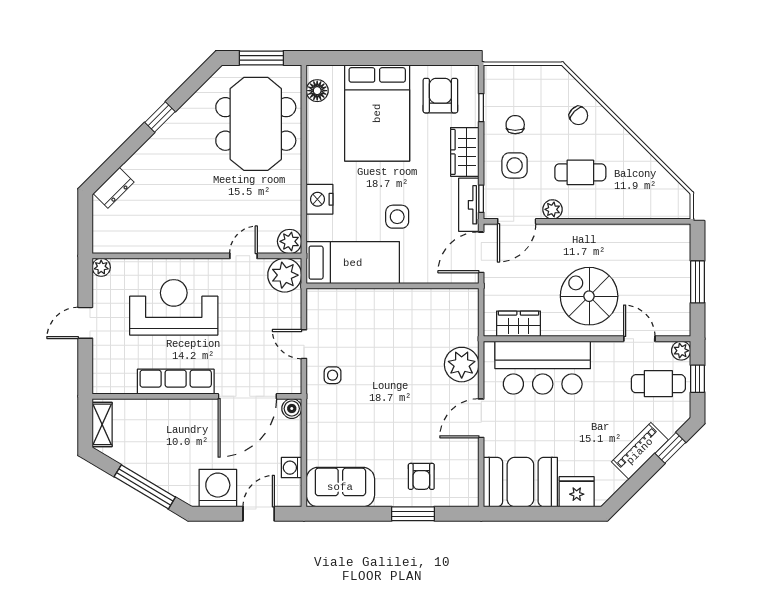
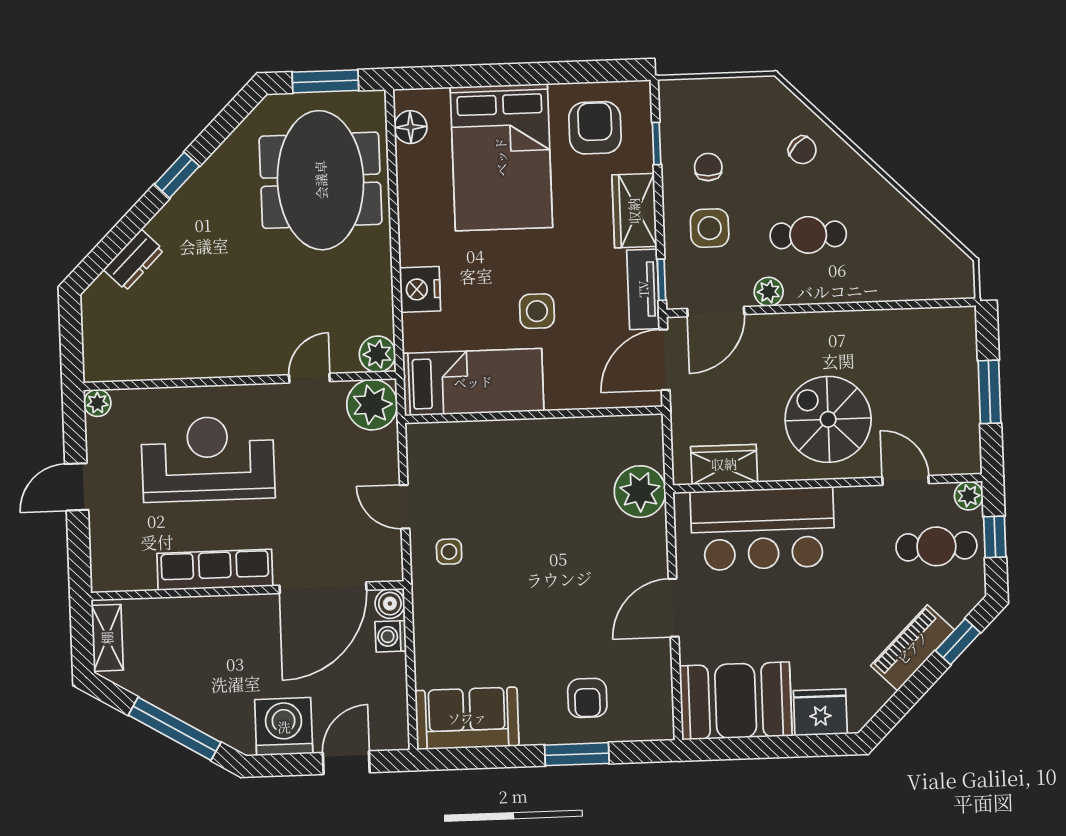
dresser: (114, 188) -> (134, 260), moved
plant: (462, 365) -> (640, 492), moved
washing machine: (291, 468) -> (391, 636), moved

